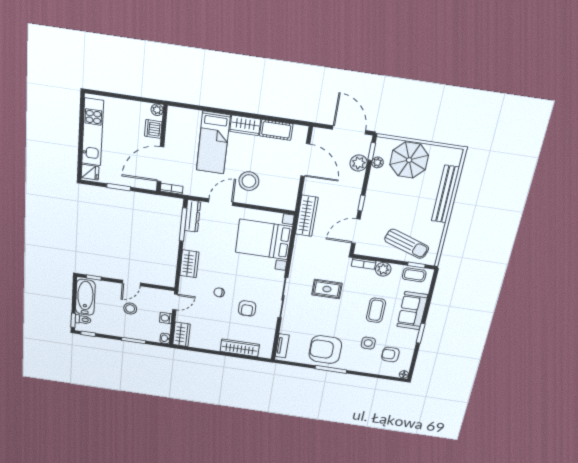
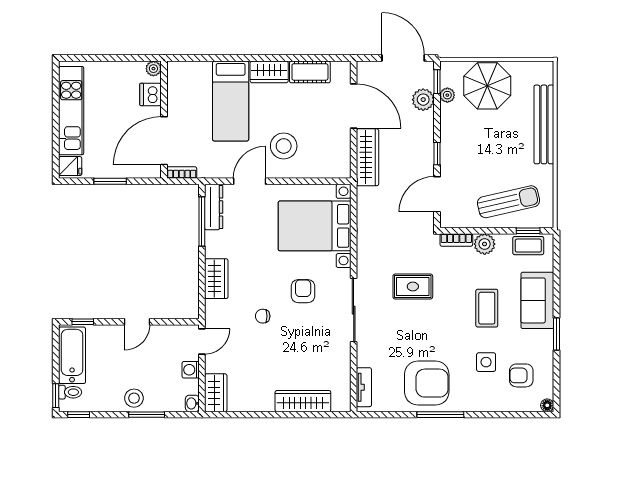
wardrobe: (307, 216) -> (368, 157), moved
sun lounger: (407, 244) -> (508, 202), turned -32
armchair: (247, 308) -> (303, 291), moved, turned 180
stool: (130, 309) -> (134, 398), moved
armchair: (325, 350) -> (427, 383), turned 180

